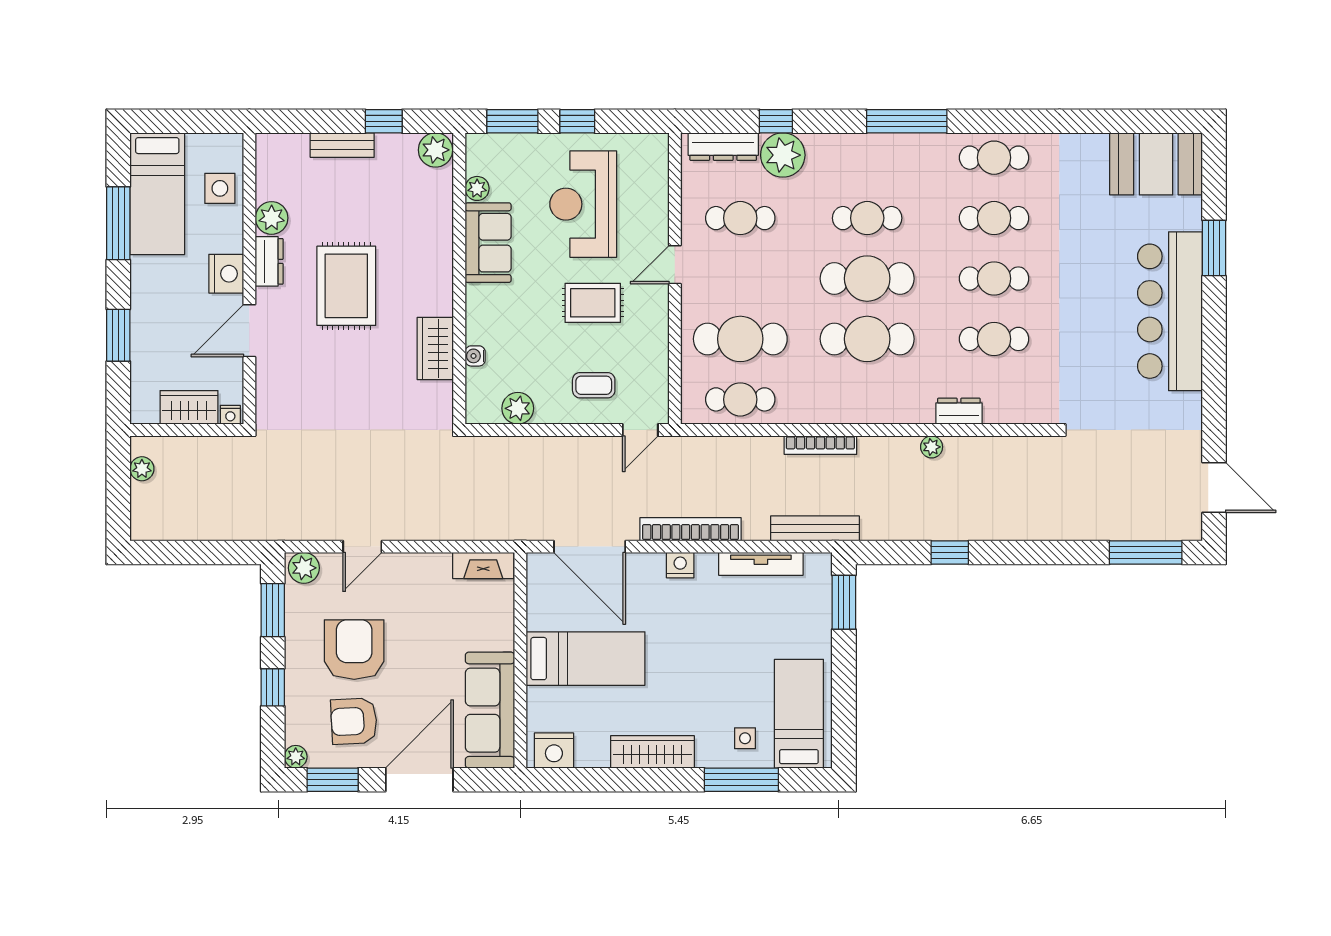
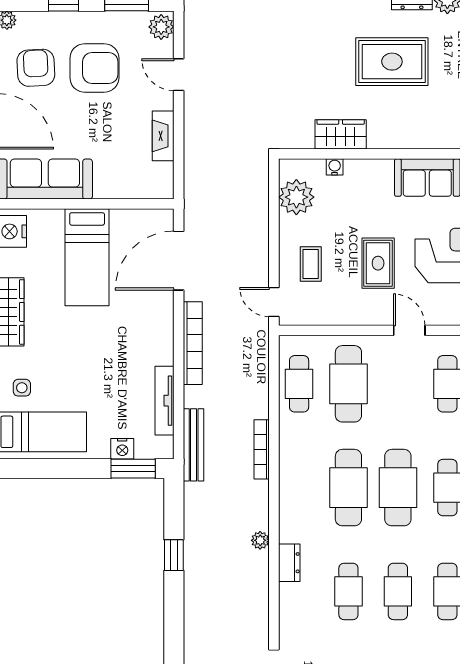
plant: (518, 408) -> (296, 197), width x1.36, depth x1.36
nightstand: (680, 565) -> (122, 449), moved, turned 90
fireplace: (483, 566) -> (163, 136), moved

